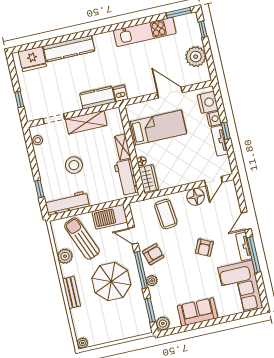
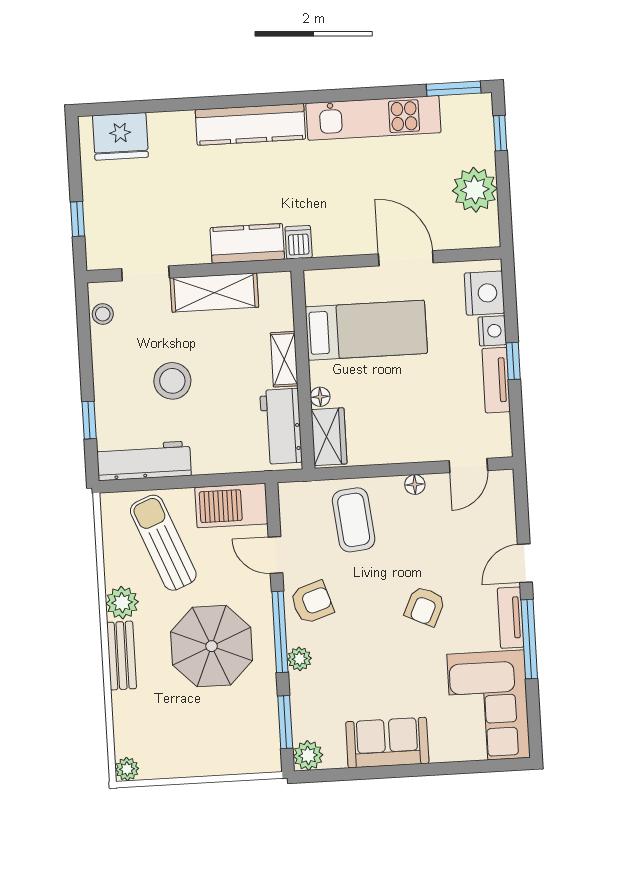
kitchen counter: (69, 49) -> (250, 124), moved
floor lamp: (196, 197) -> (415, 485), width x0.53, depth x0.53
plant: (65, 256) -> (122, 603), moved

